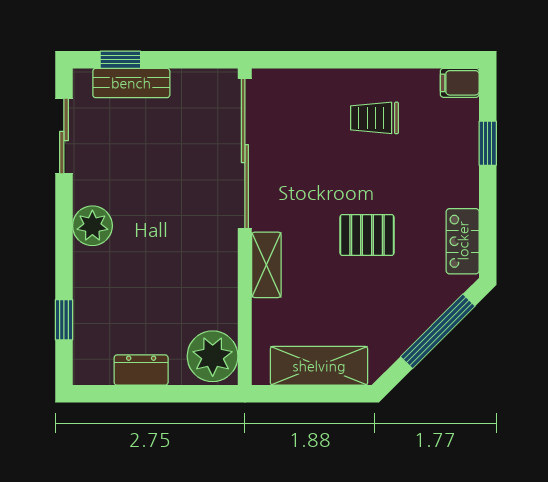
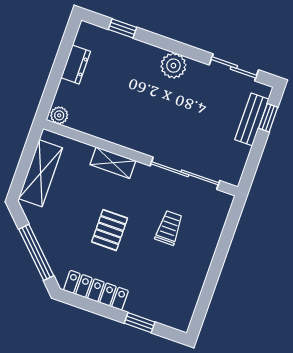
filing cabinet: (460, 83) -> (182, 319), removed
trolley: (375, 118) -> (169, 228), moved
sliding door: (245, 154) -> (185, 173), width x0.73
locker: (463, 241) -> (96, 290), width x1.53
plant: (213, 356) -> (59, 115), width x0.53, depth x0.53

